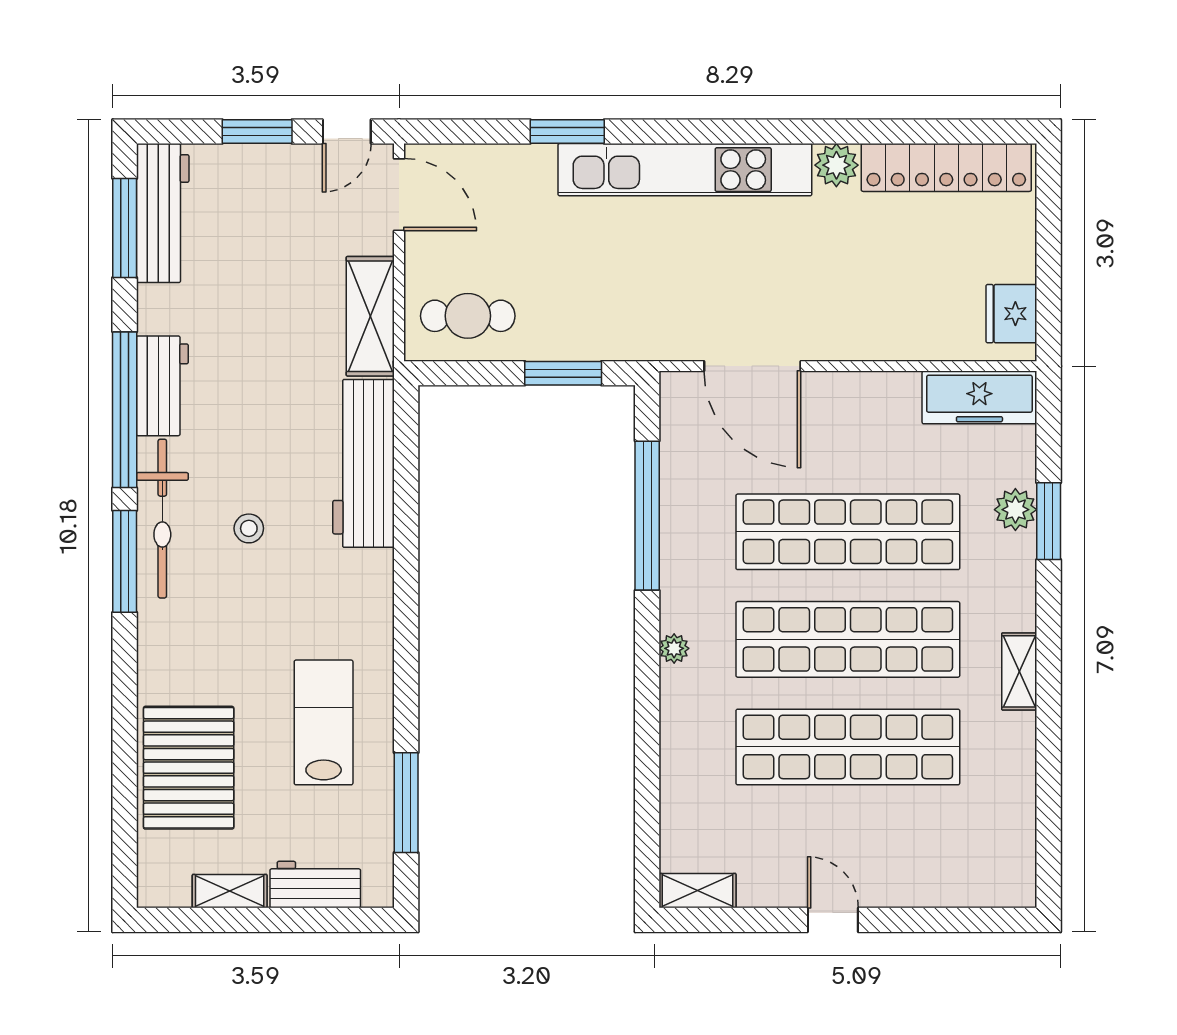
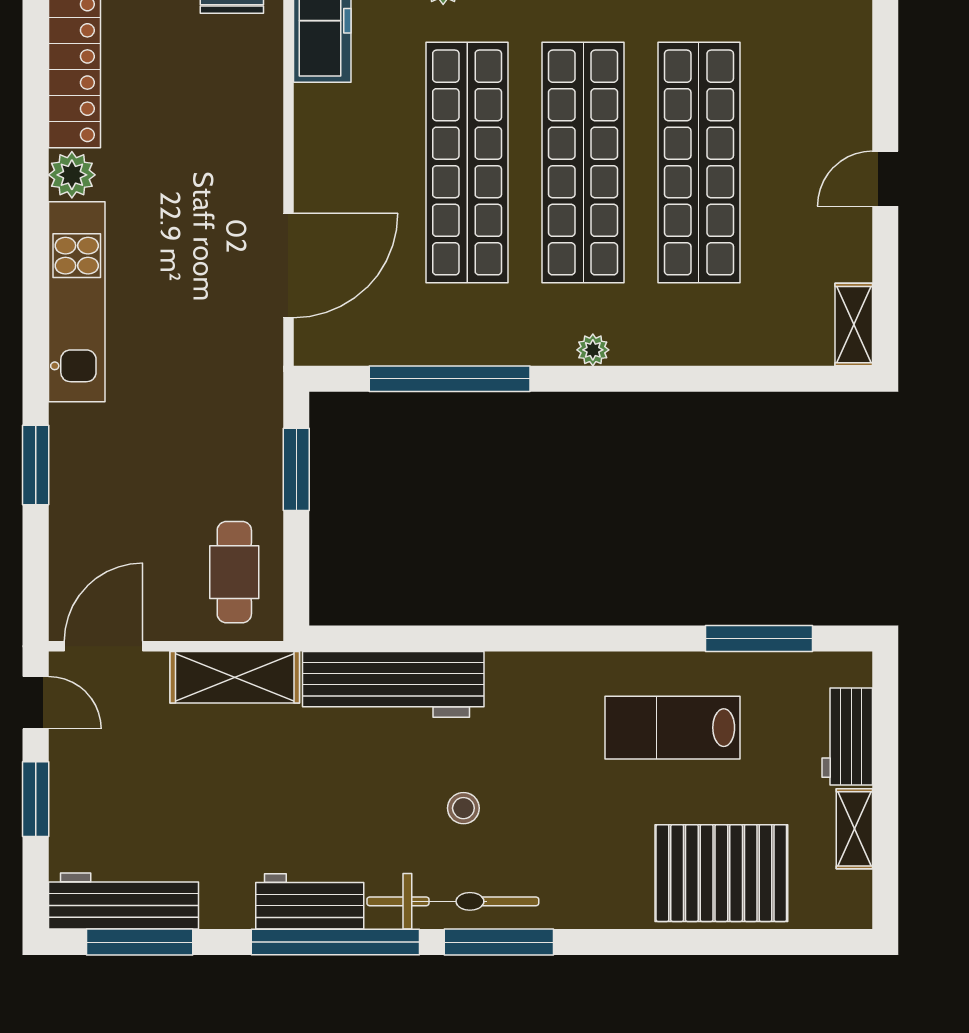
kitchen unit: (685, 170) -> (77, 302), width x0.73

